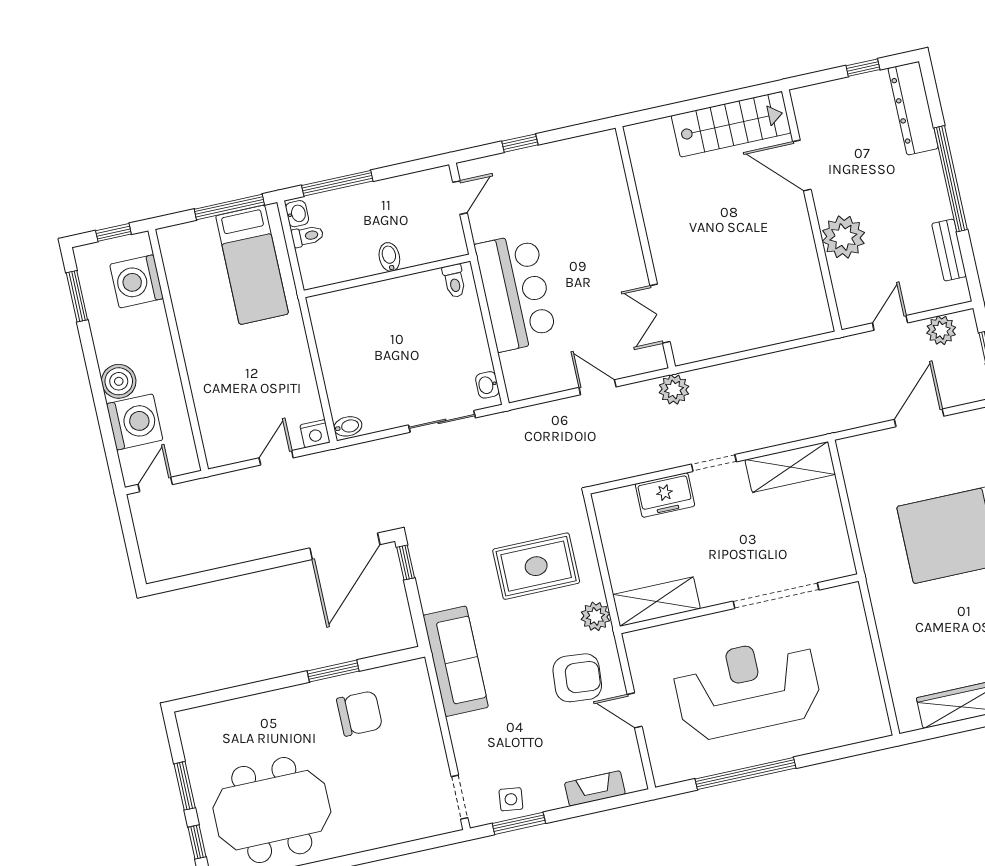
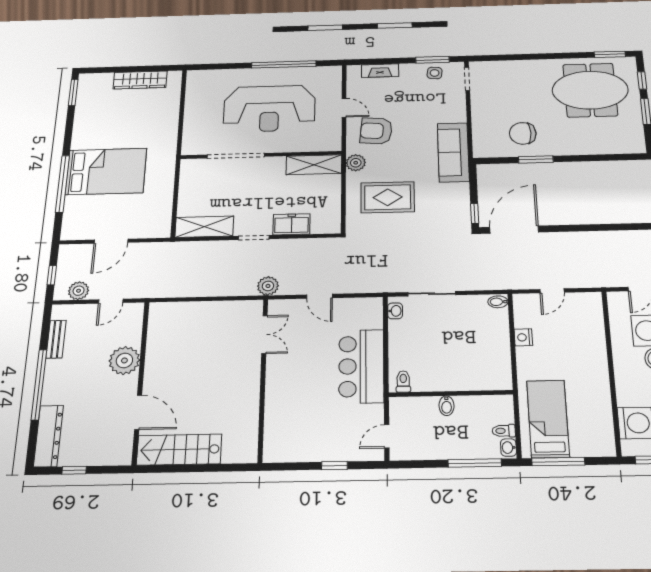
nightstand: (315, 434) -> (523, 337), moved, turned -90

